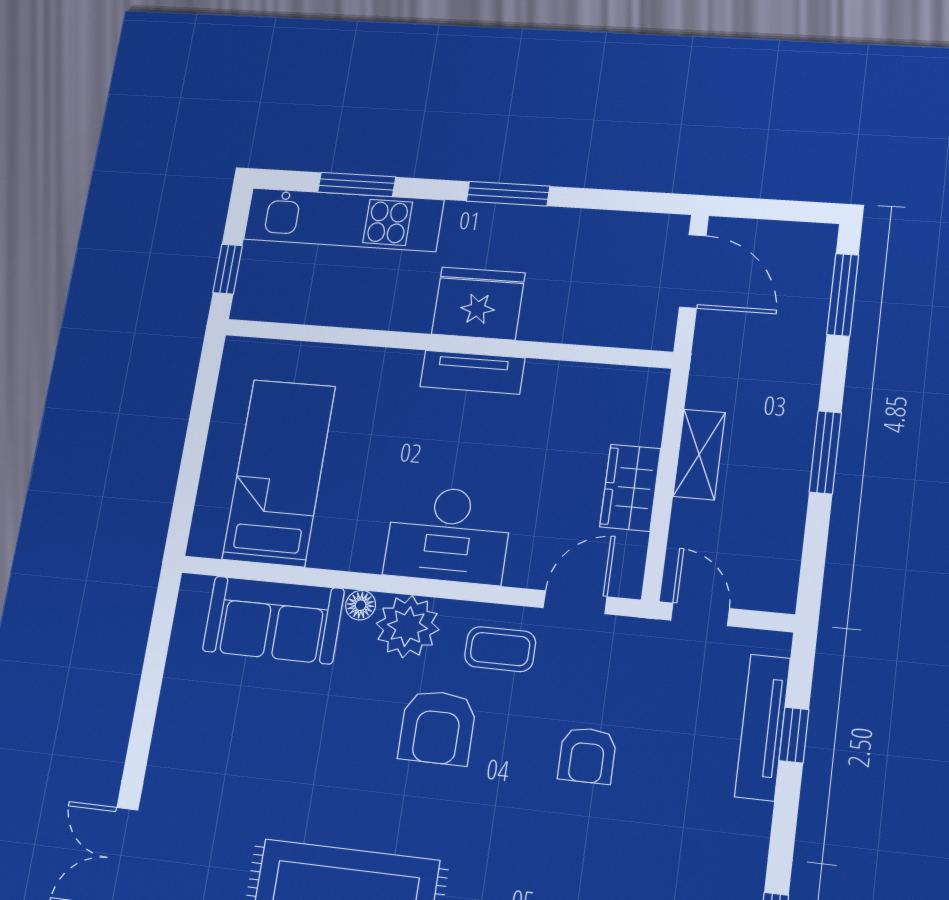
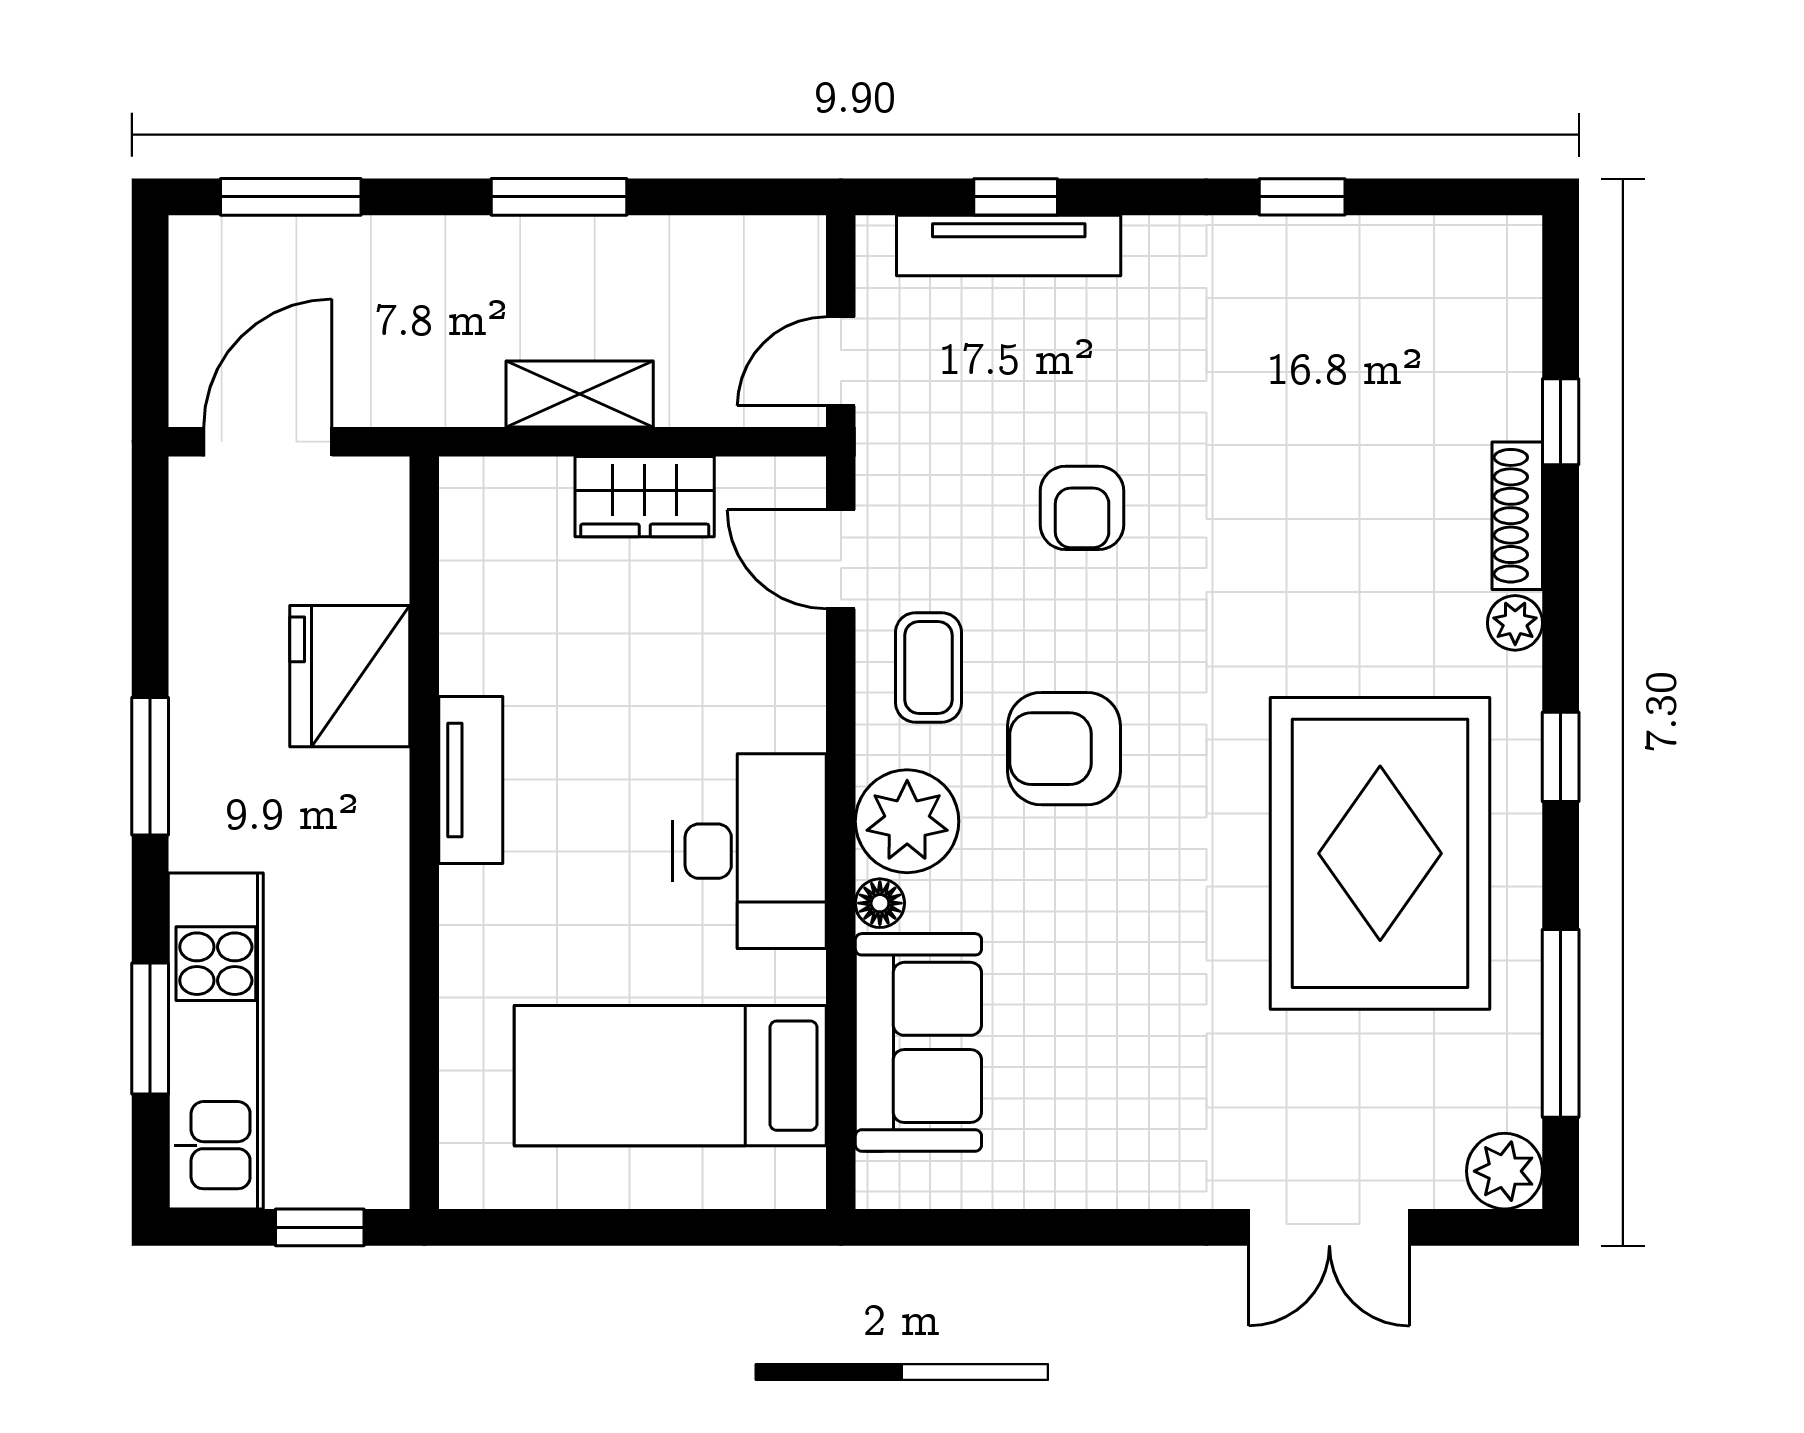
fridge: (478, 303) -> (350, 676), moved
desk: (448, 535) -> (750, 851), moved
armchair: (437, 727) -> (1064, 749), turned 180
armchair: (587, 755) -> (1082, 508), turned 90

